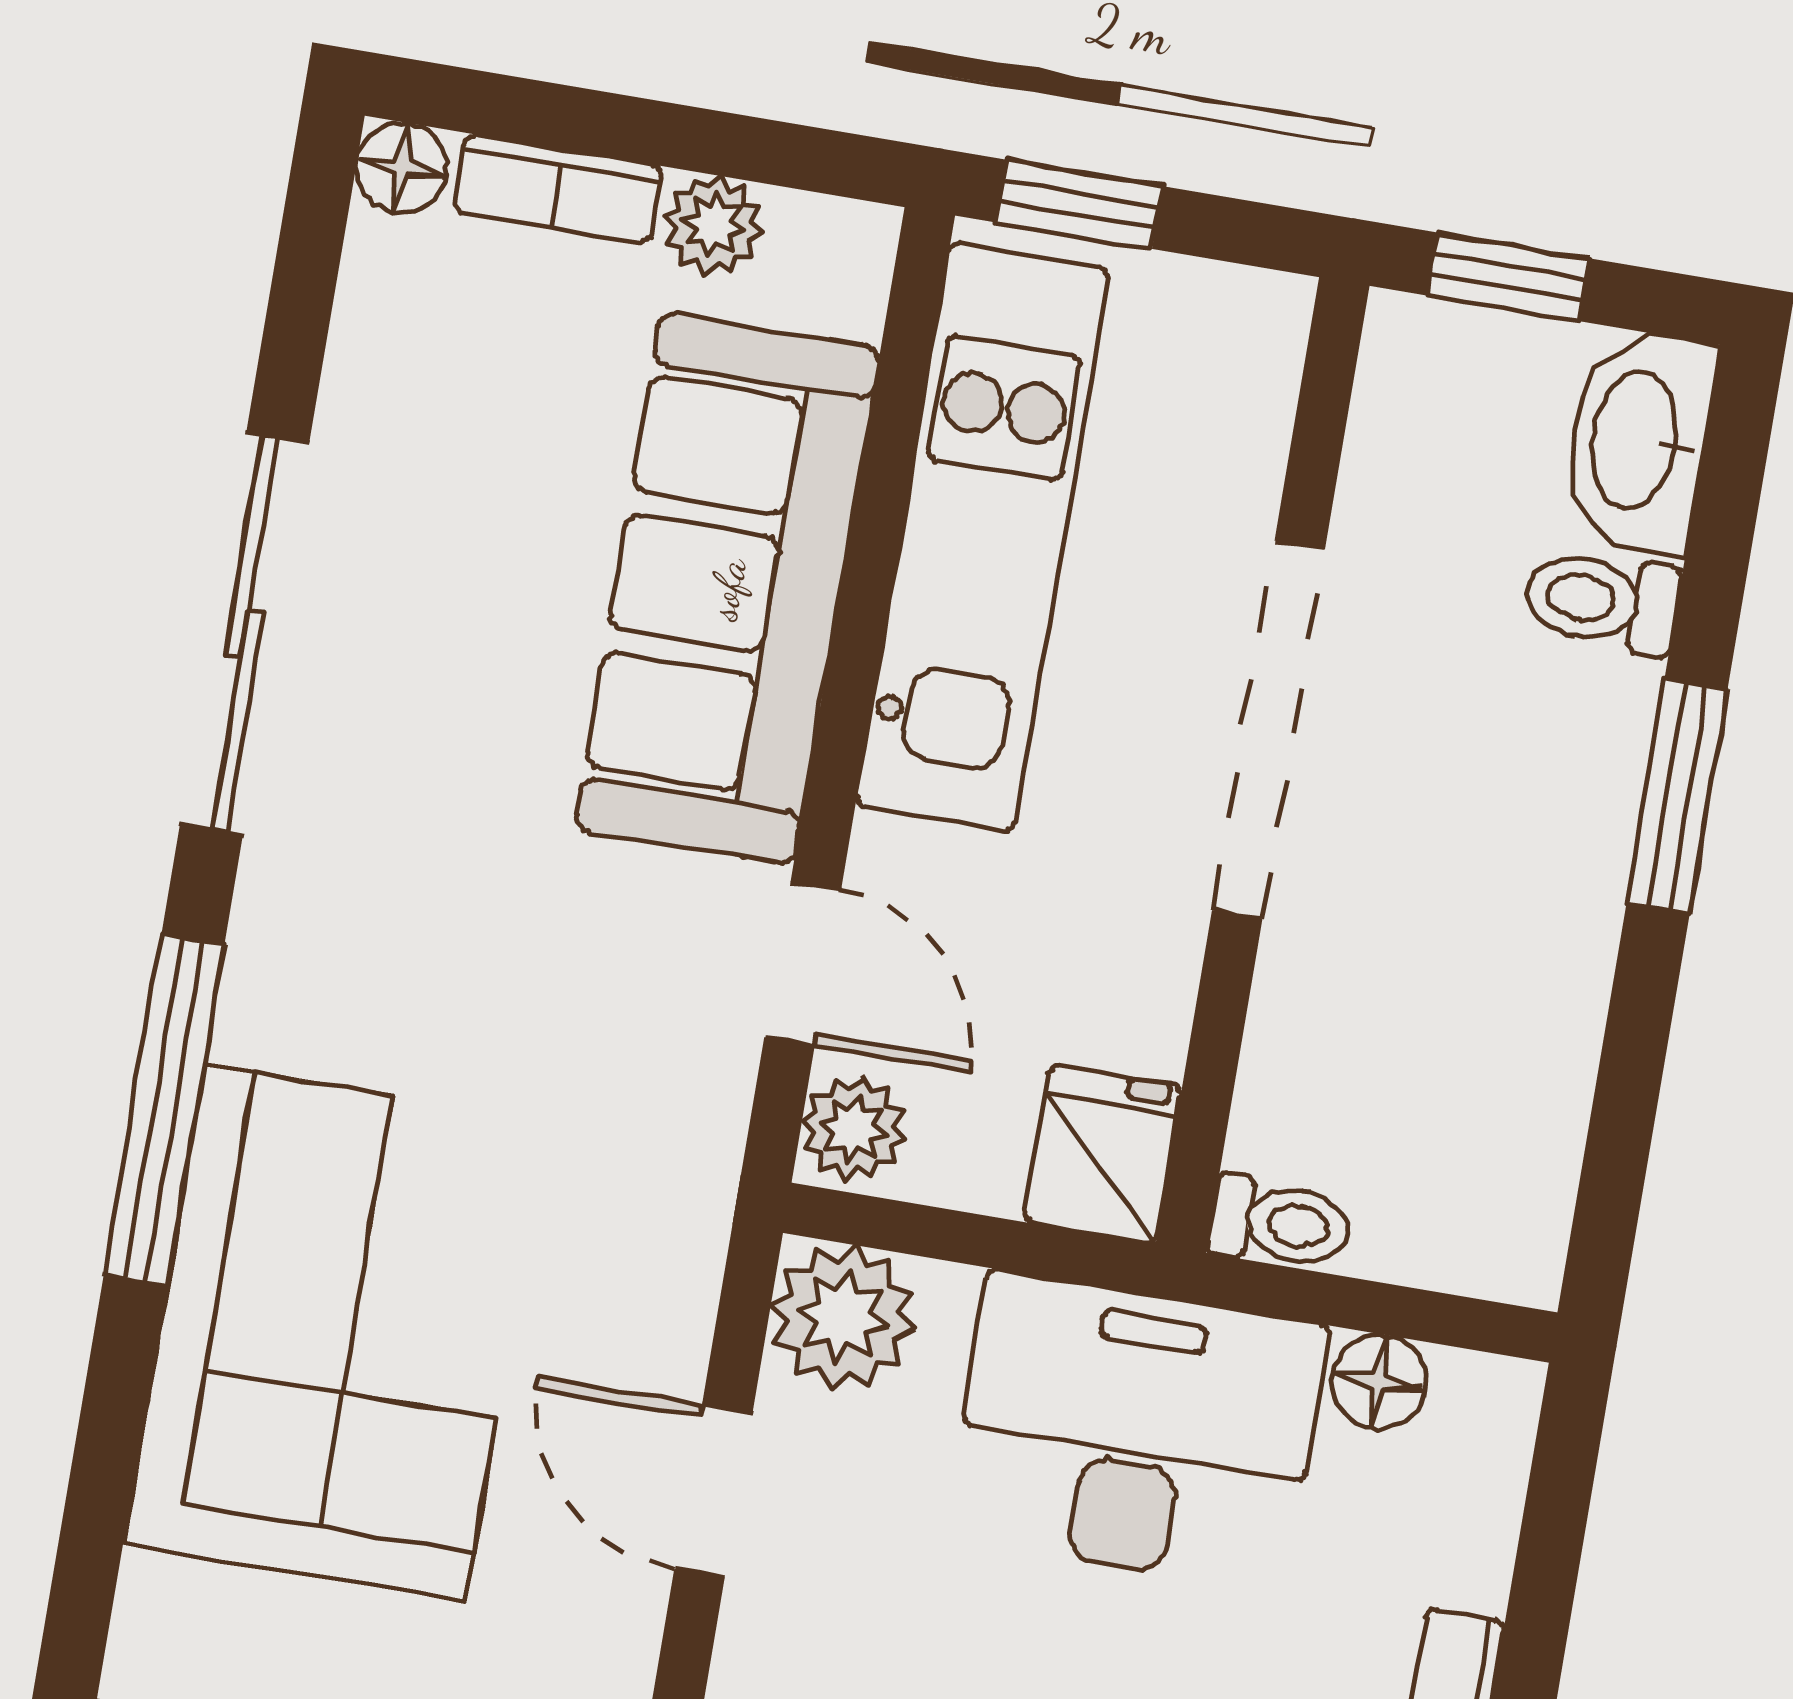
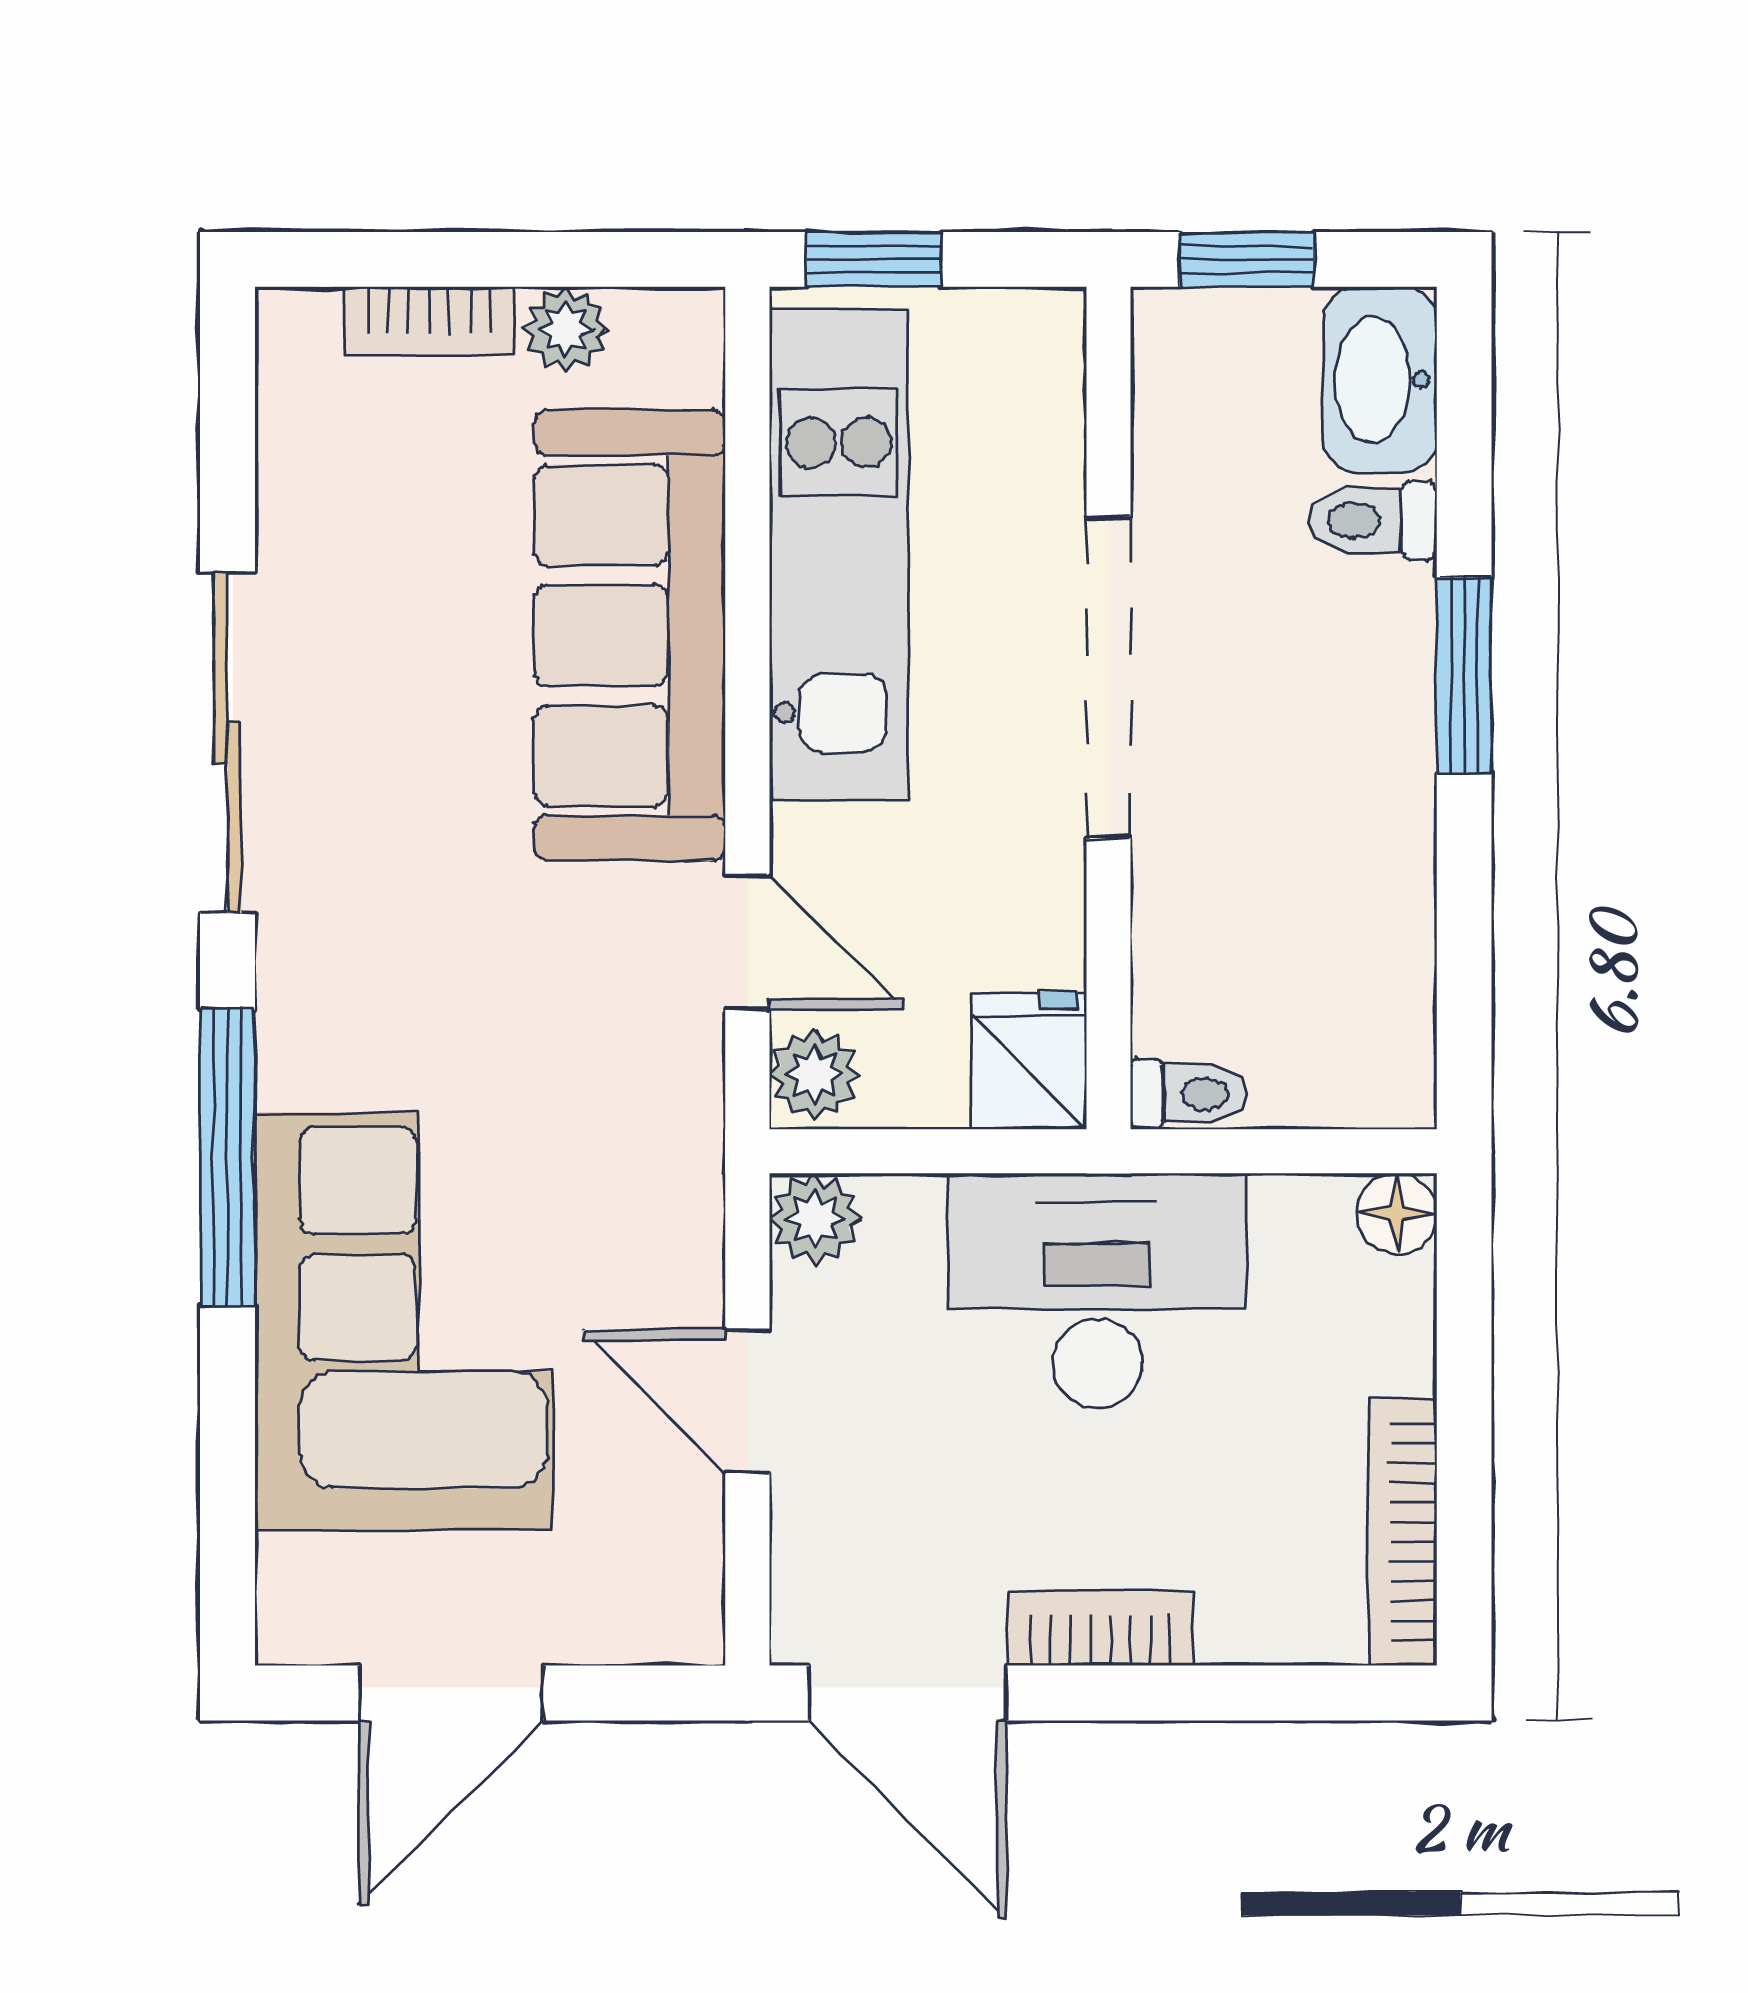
floor lamp: (402, 168) -> (294, 326), removed
plant: (843, 1317) -> (815, 1219), width x0.73, depth x0.73
floor lamp: (1379, 1382) -> (1396, 1214), moved

